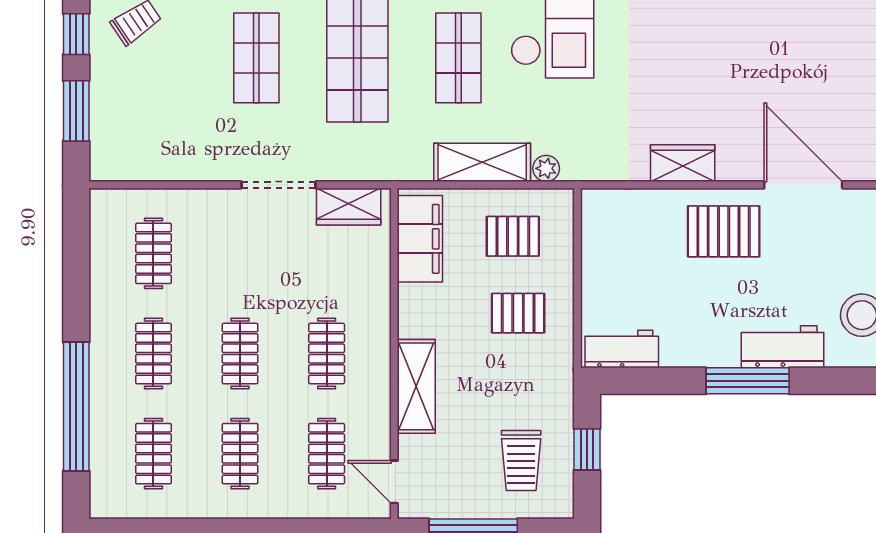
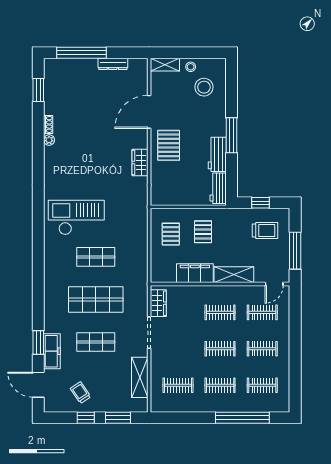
shelving: (482, 162) -> (140, 377), moved
plant: (546, 168) -> (142, 220), removed
filing cabinet: (420, 239) -> (195, 273), moved
workbench: (783, 347) -> (217, 154), moved

